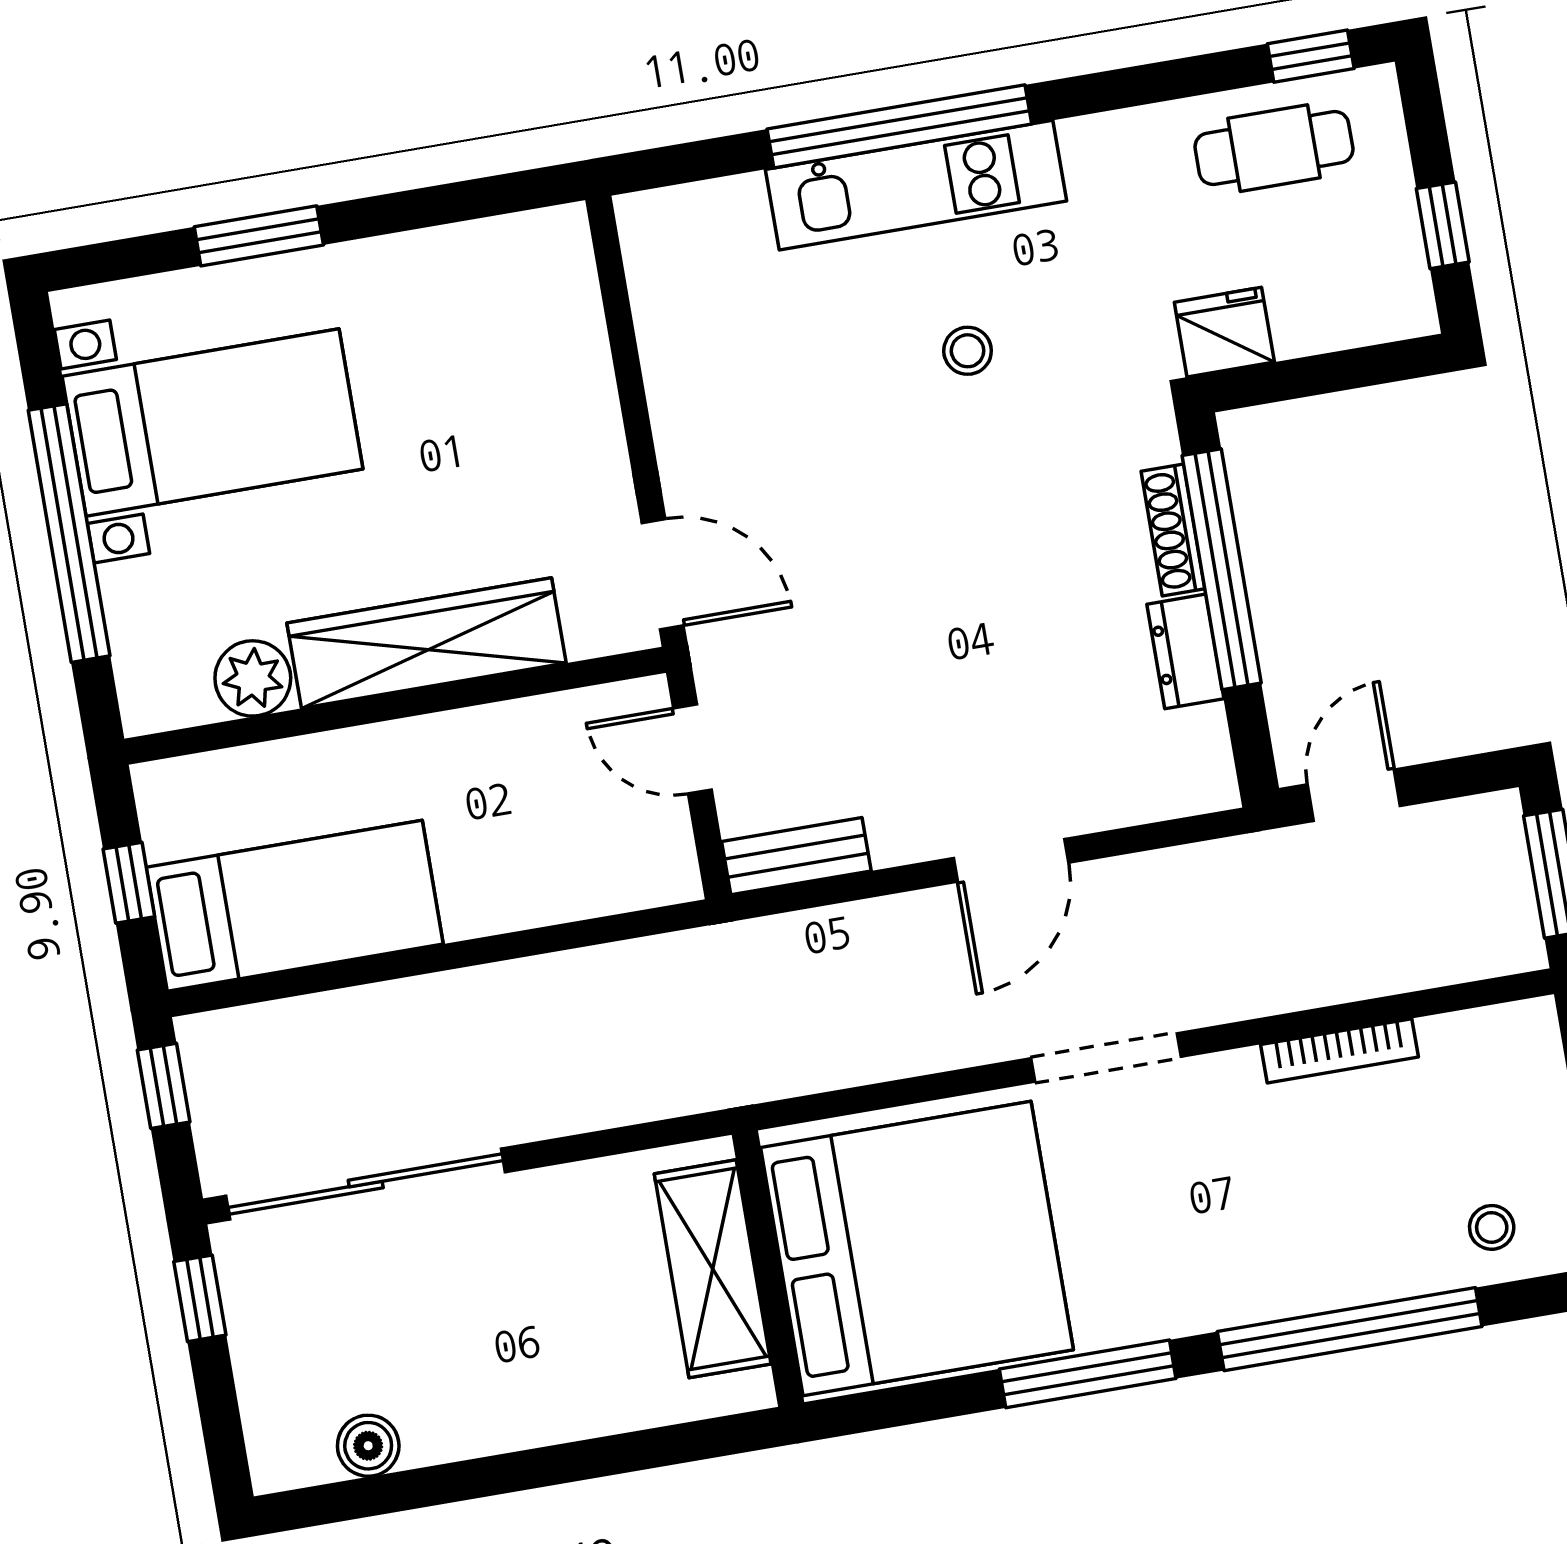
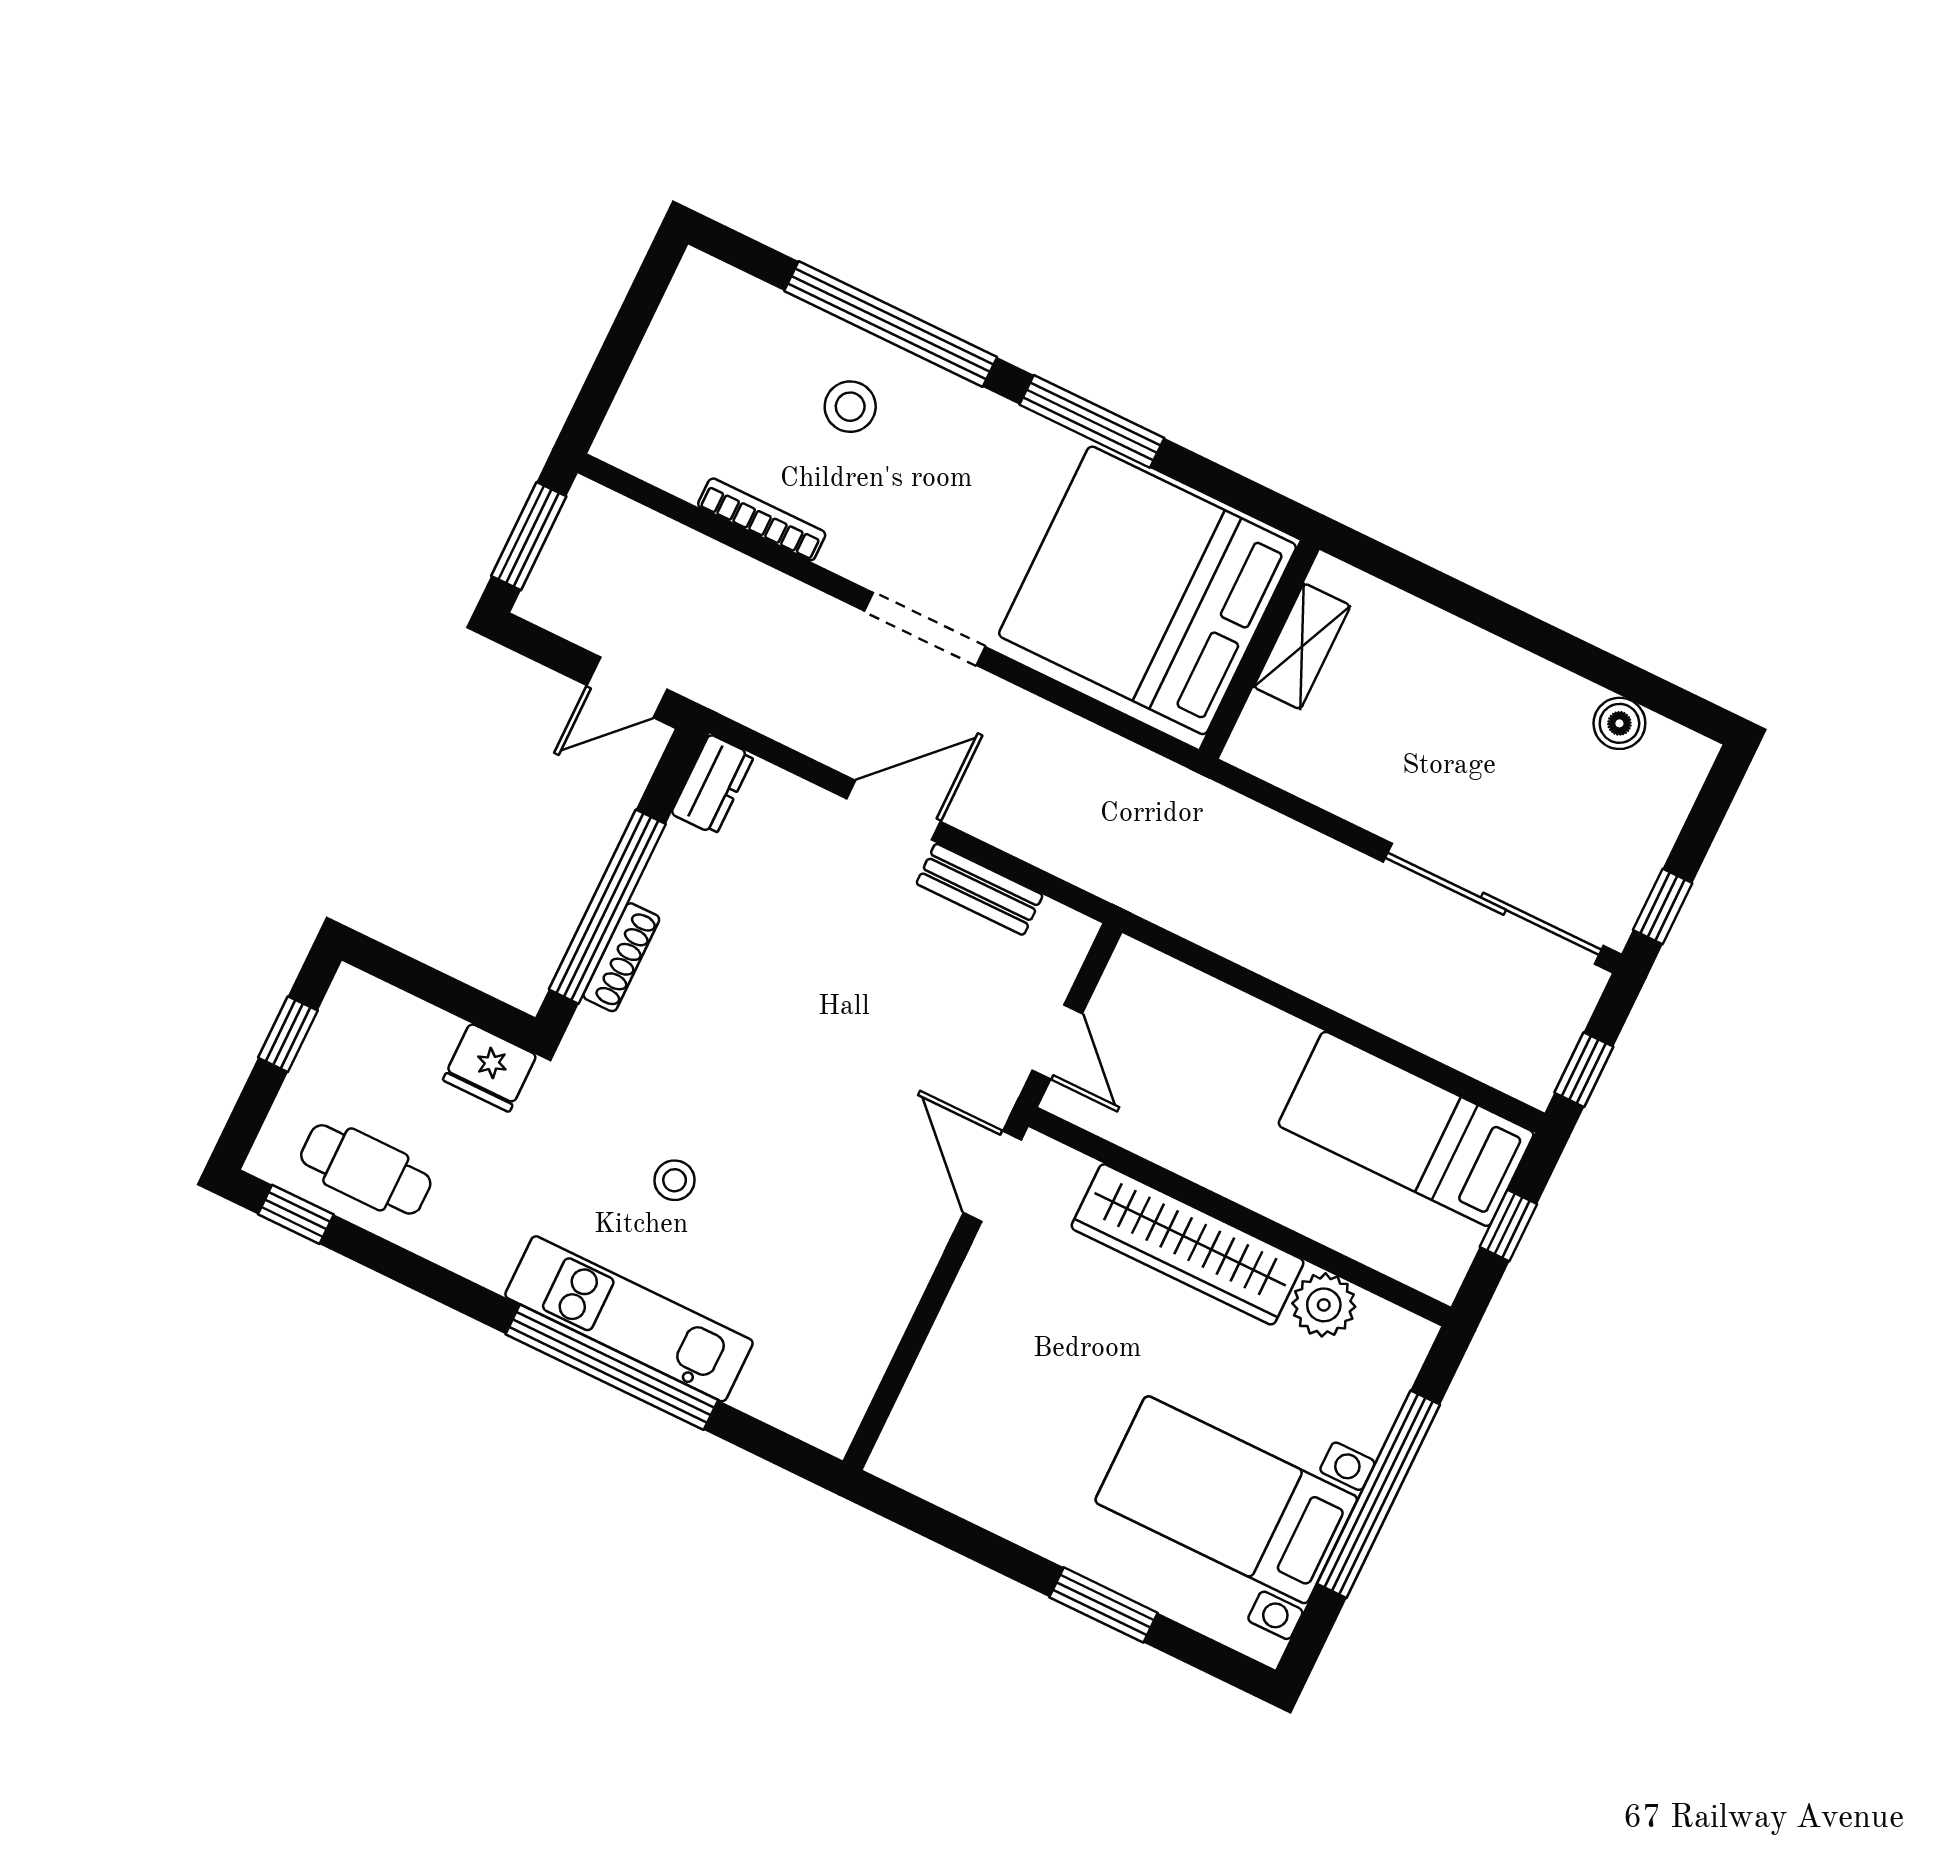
dresser: (1185, 651) -> (713, 785), moved
bench: (796, 856) -> (979, 889), moved
stool: (1492, 1227) -> (850, 407), moved, width x1.37, depth x1.37
shelving: (713, 1269) -> (1302, 646), width x0.67, depth x0.75

